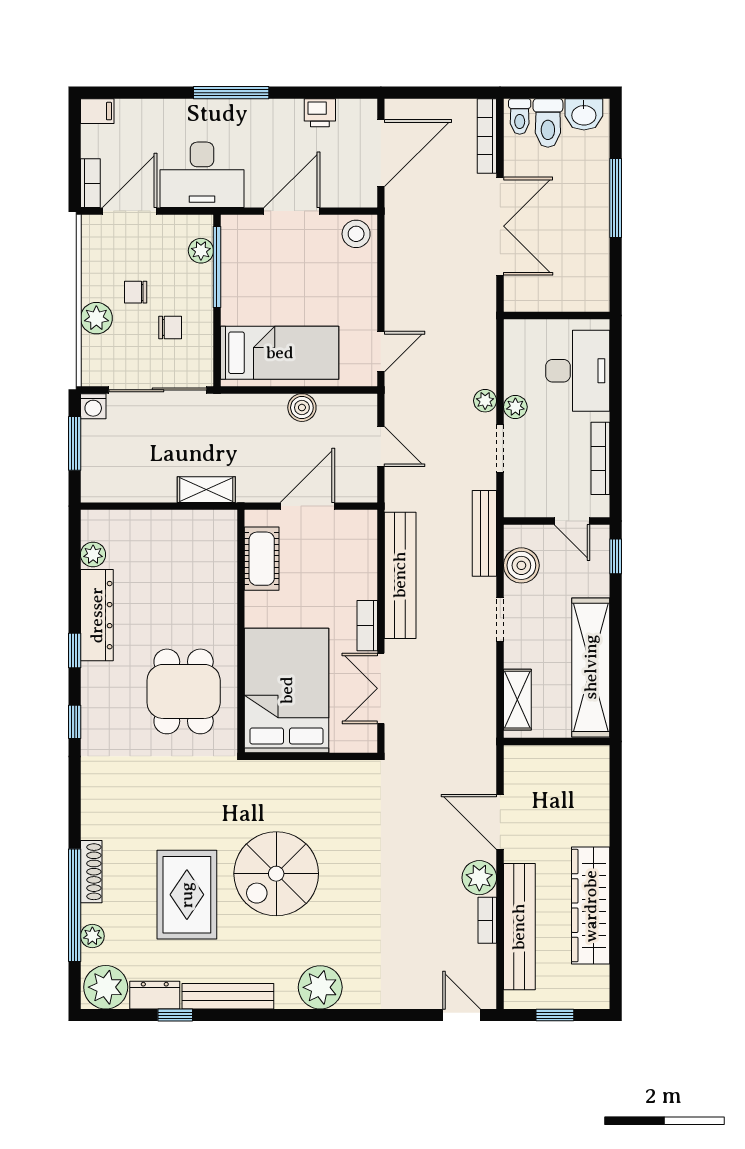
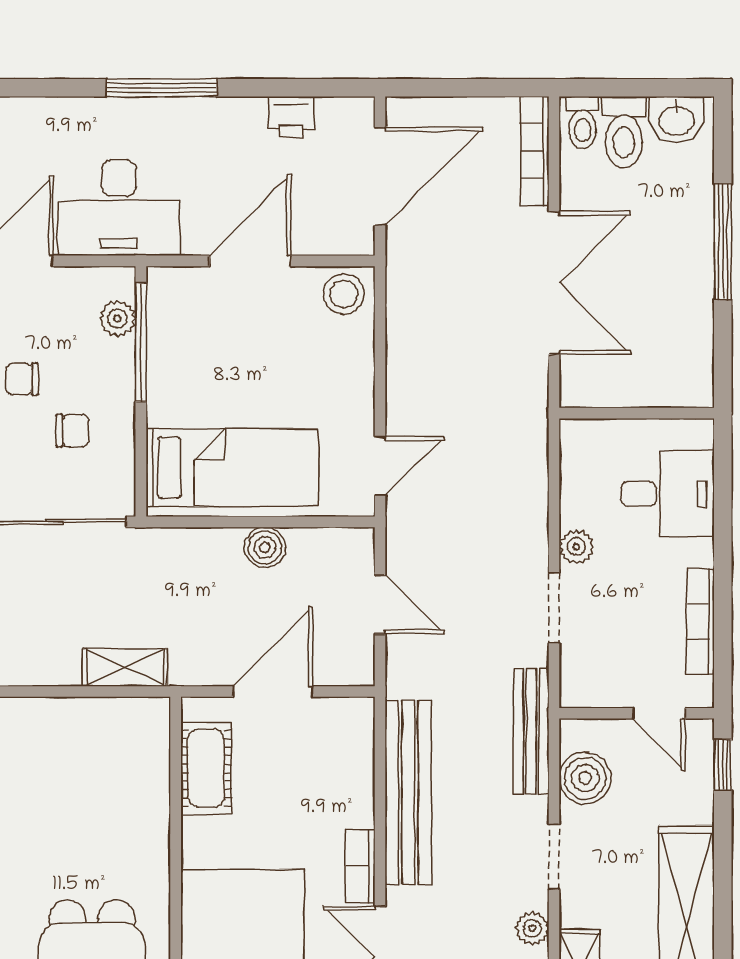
desk: (578, 371) -> (667, 494), width x0.73
plant: (485, 401) -> (532, 928), moved

